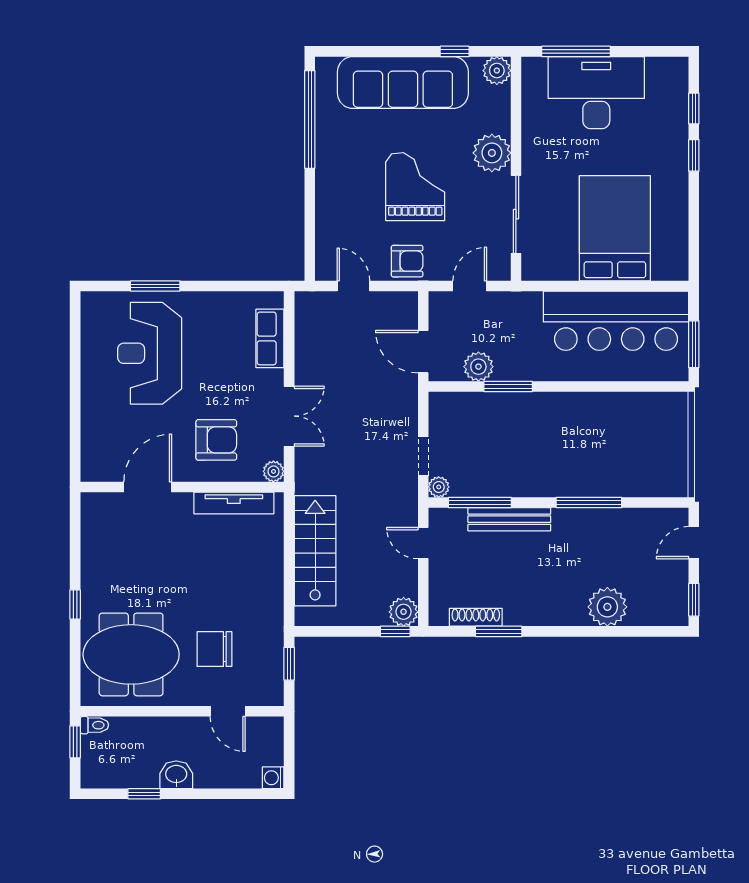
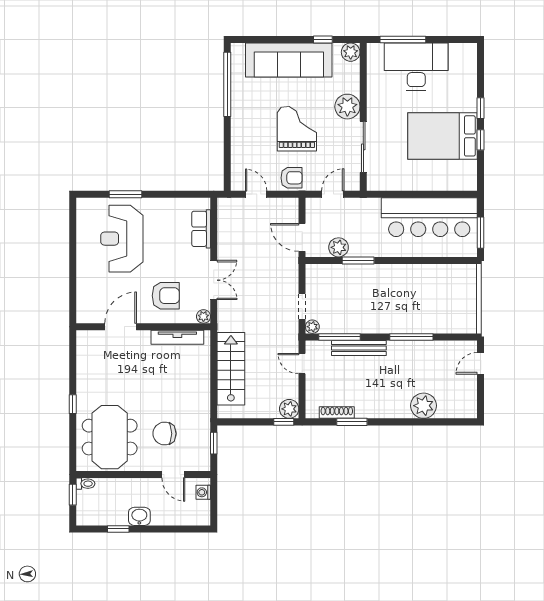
window: (694, 109) -> (481, 140), moved
bed: (615, 228) -> (442, 136), moved, turned -90
window: (694, 600) -> (481, 401), removed
meeting table: (131, 654) -> (110, 437), turned 90
washing machine: (273, 778) -> (203, 492), moved

